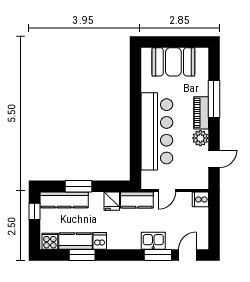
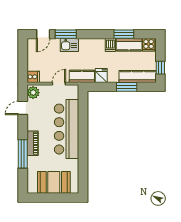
plant: (200, 138) -> (33, 93), moved

